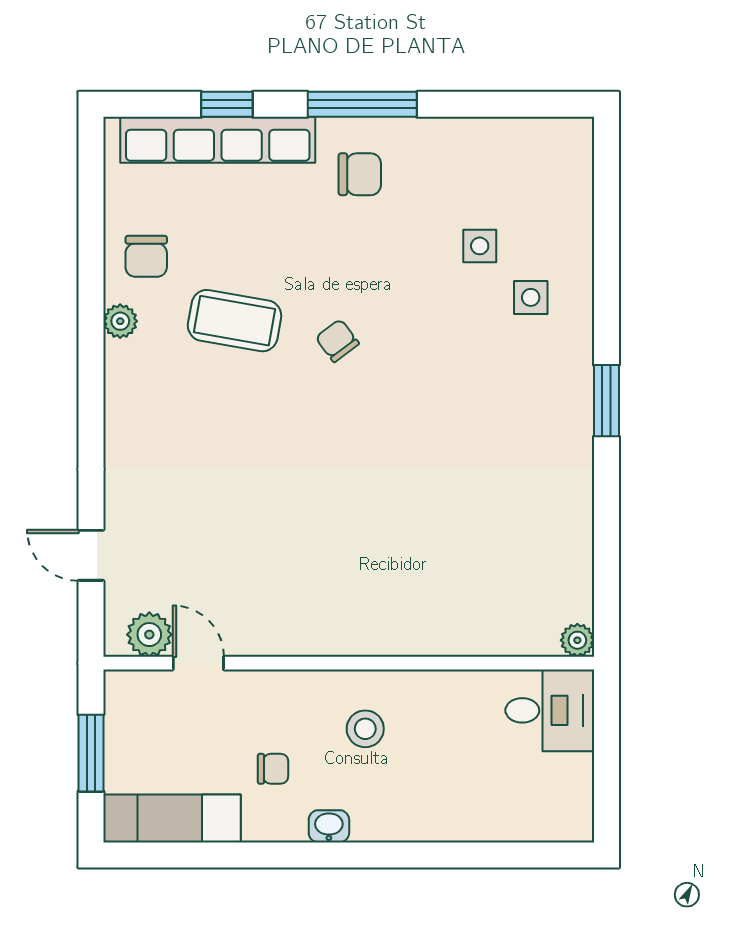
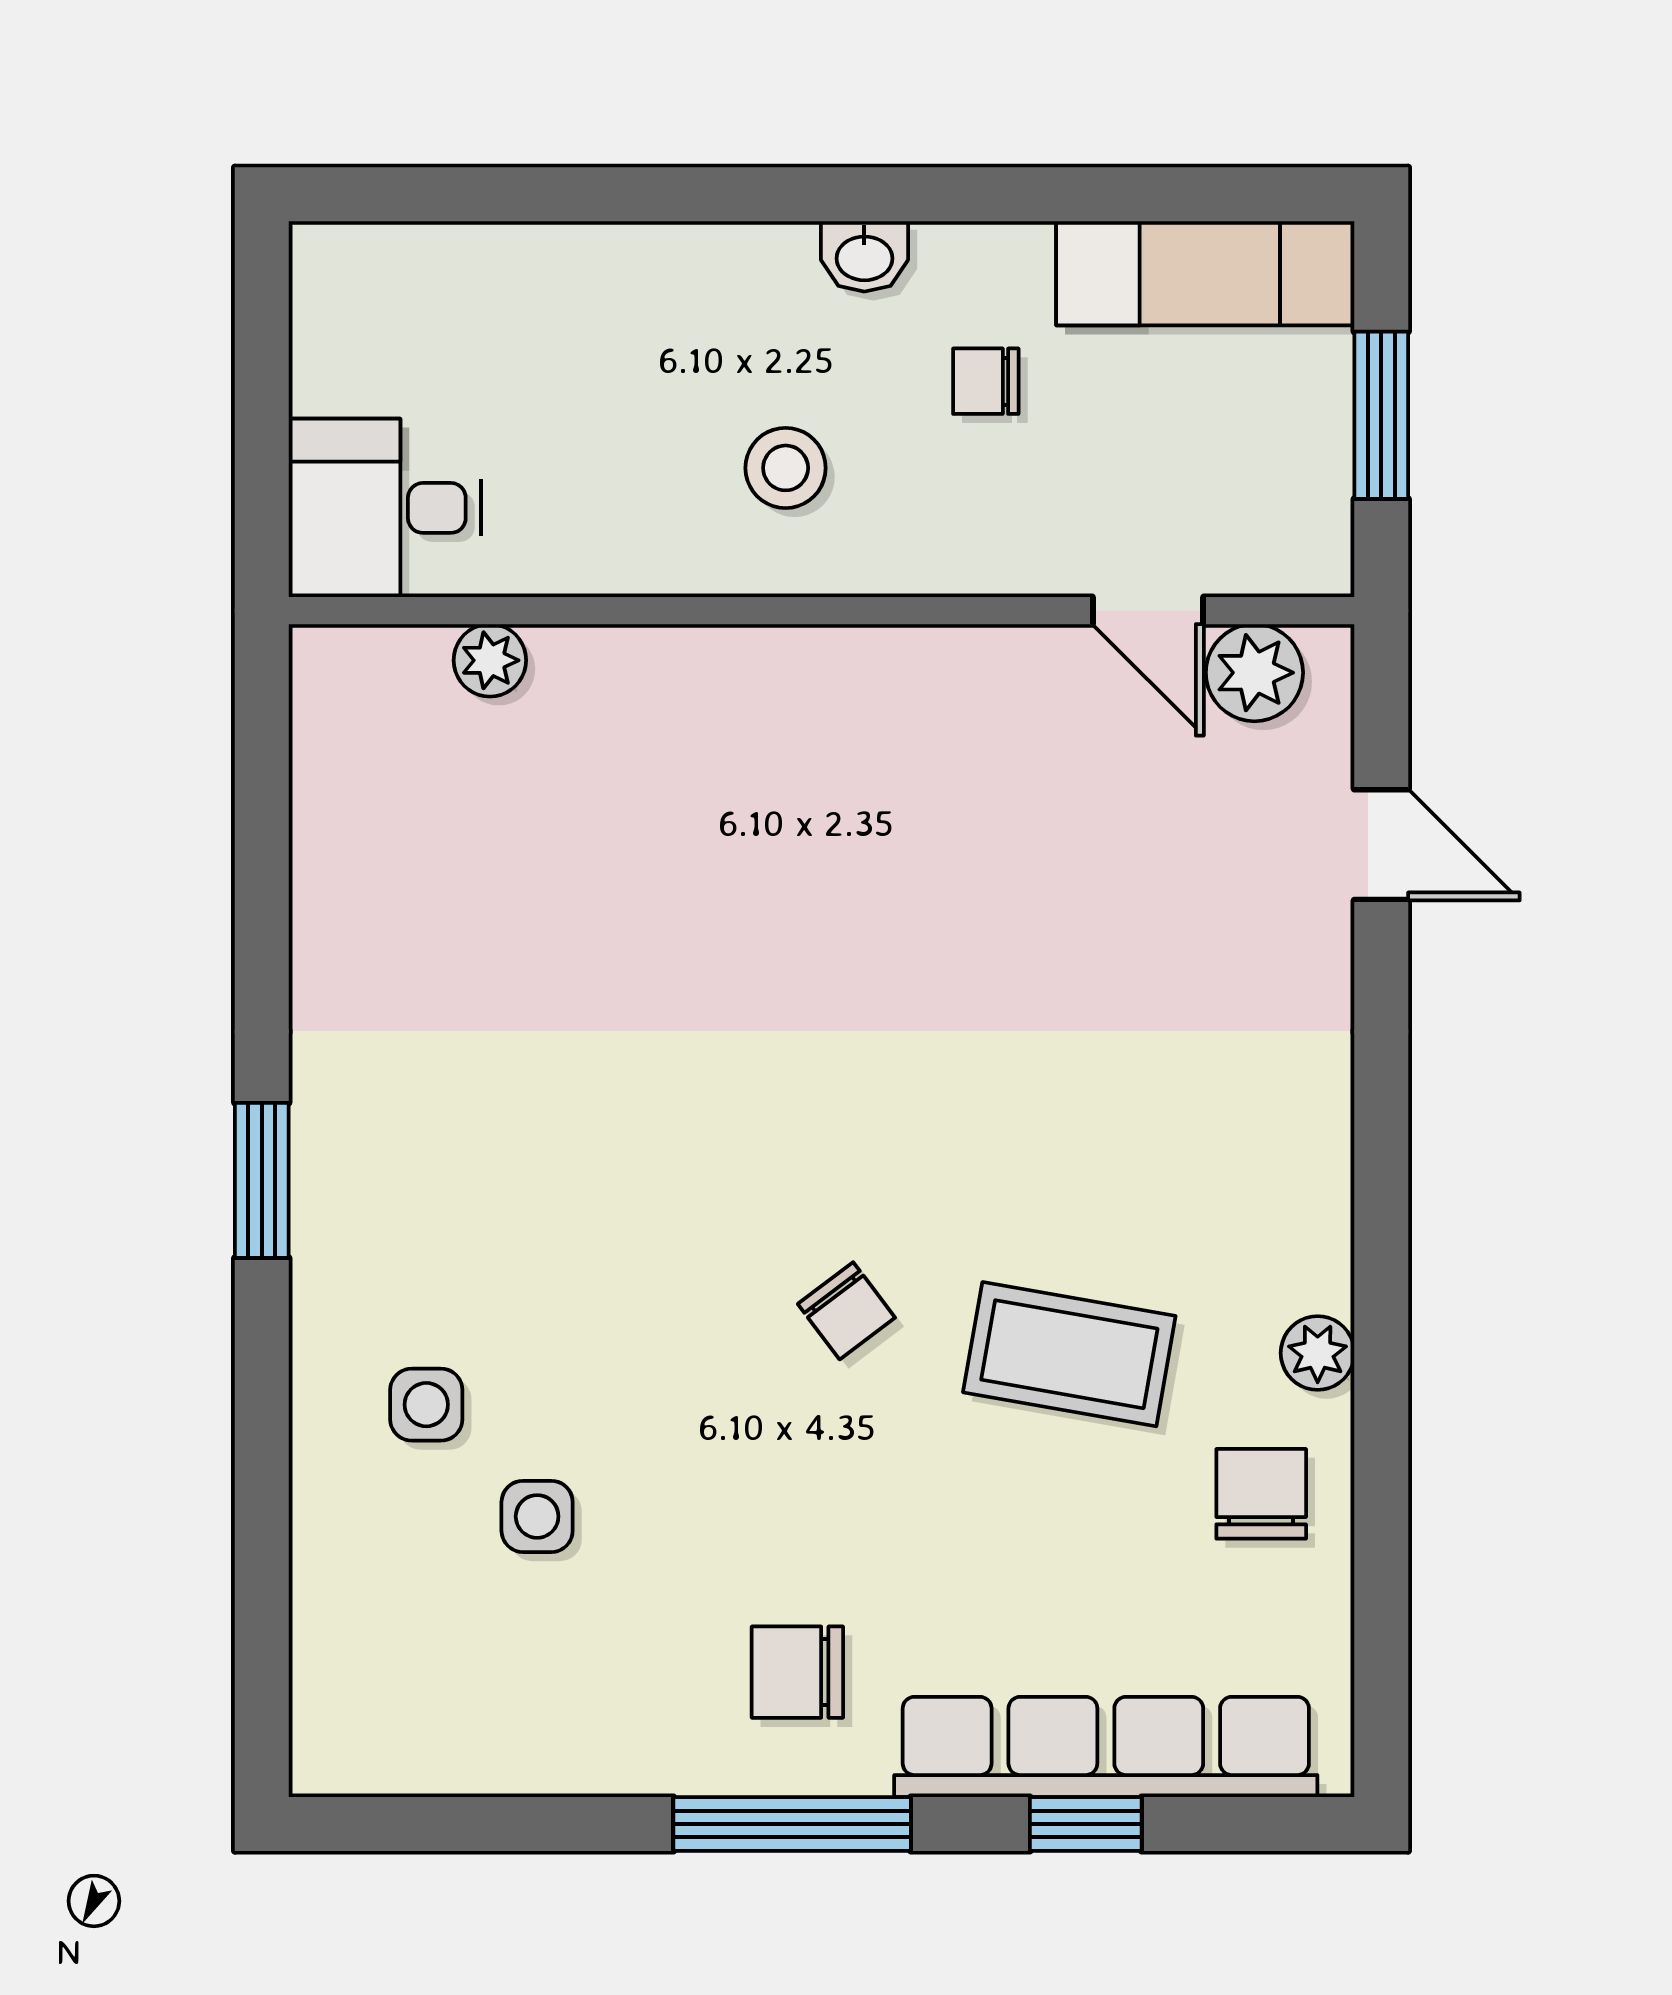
plant: (577, 640) -> (490, 660), moved

